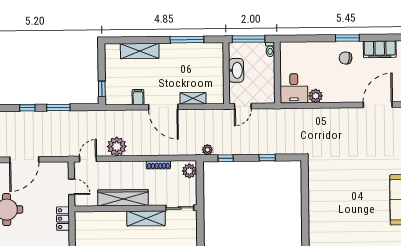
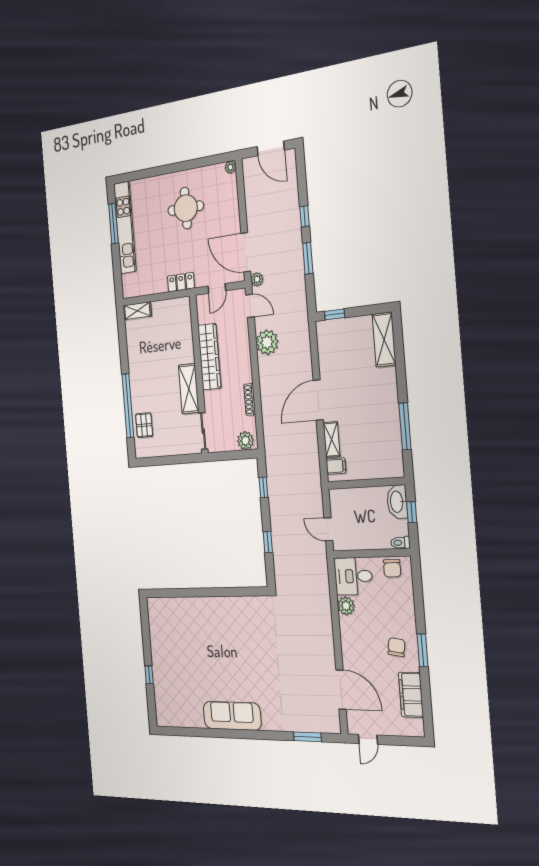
window: (249, 39) -> (412, 512), width x0.46
shelving: (140, 51) -> (384, 339), moved
chair: (288, 57) -> (392, 568), added
washbasin: (236, 70) -> (397, 502), moved, turned 90
filing cabinet: (138, 97) -> (336, 466), moved
door: (243, 106) -> (328, 529), moved
plant: (207, 150) -> (257, 279), moved
door: (24, 160) -> (246, 252), moved

